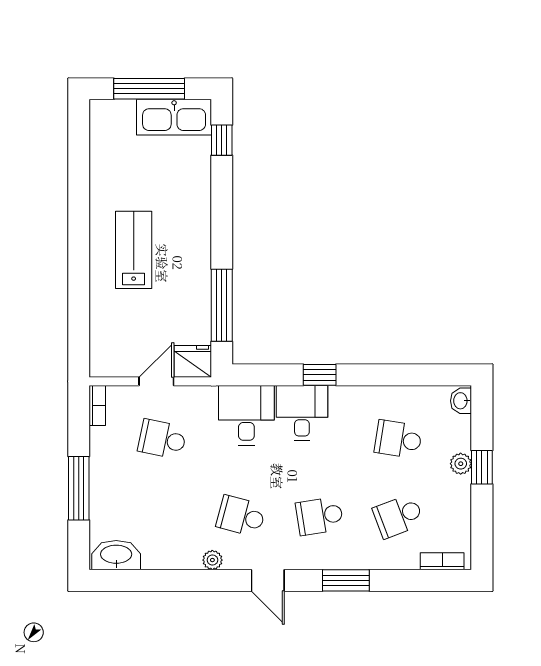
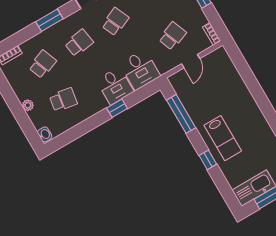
window: (222, 140) -> (208, 160), moved
lab bench: (134, 250) -> (223, 138), moved
fridge: (193, 361) -> (179, 80), removed
school desk: (162, 439) -> (172, 36), turned -33
window: (482, 467) -> (17, 109), removed
school desk: (241, 516) -> (115, 22), turned -39

